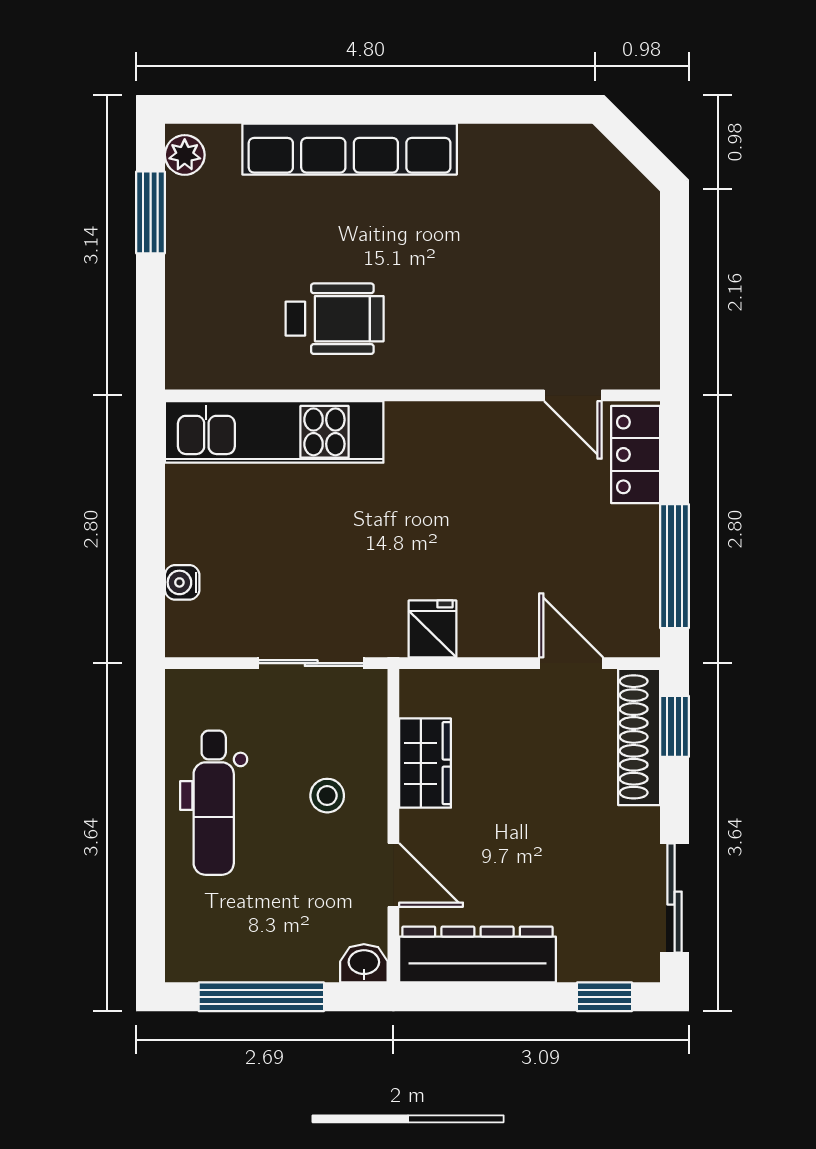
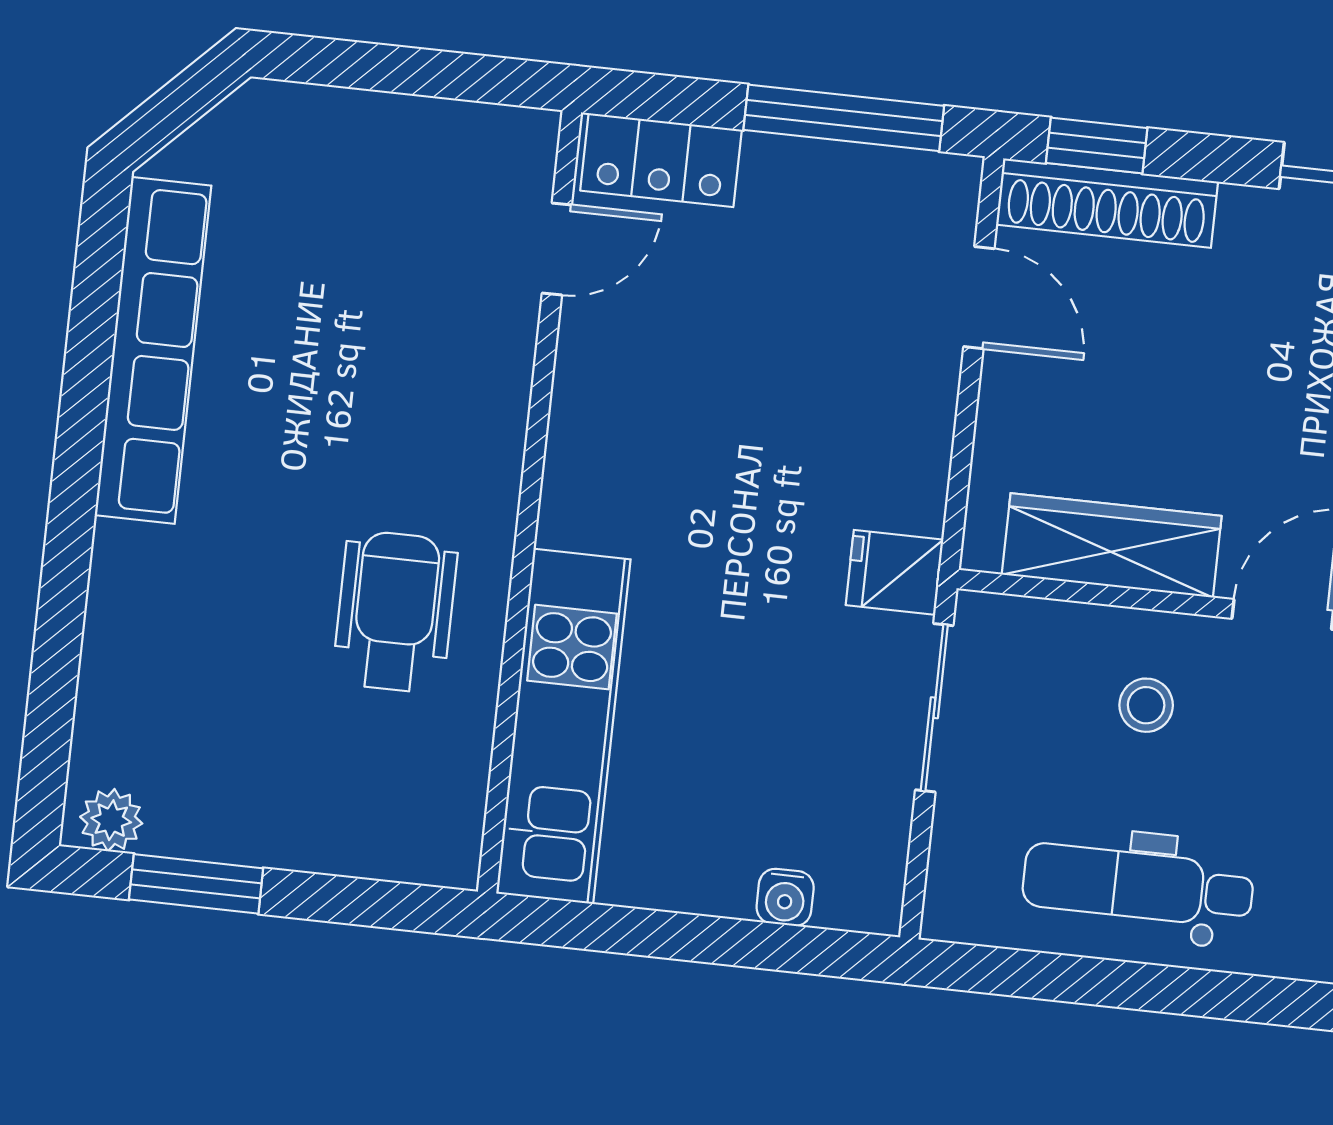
row of seats: (350, 149) -> (153, 350), moved
fridge: (432, 629) -> (895, 572), moved
door: (571, 663) -> (979, 298), swing flipped
wardrobe: (425, 763) -> (1112, 545), width x1.50
dental chair: (214, 803) -> (1138, 885), turned 180

